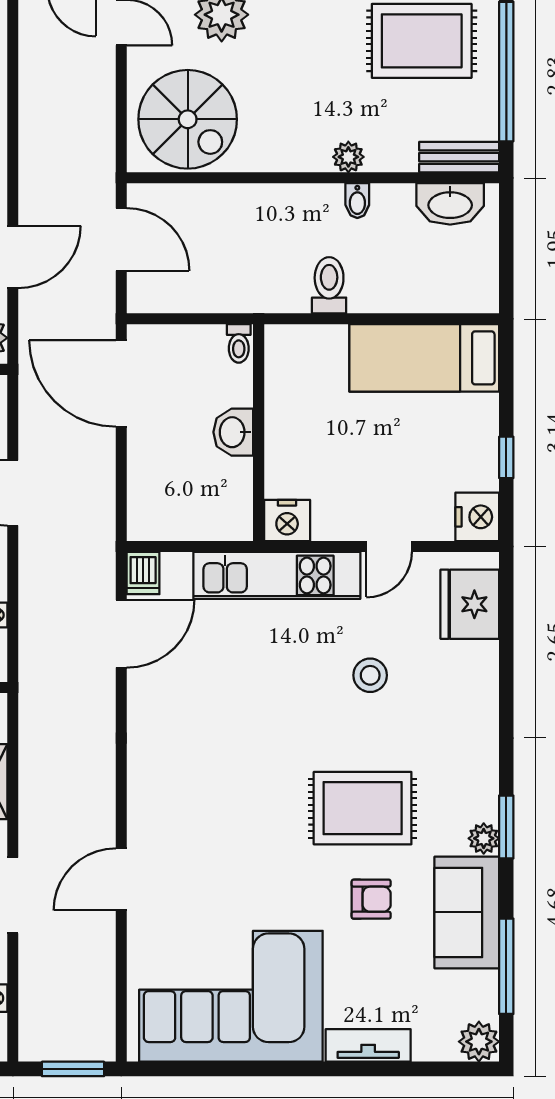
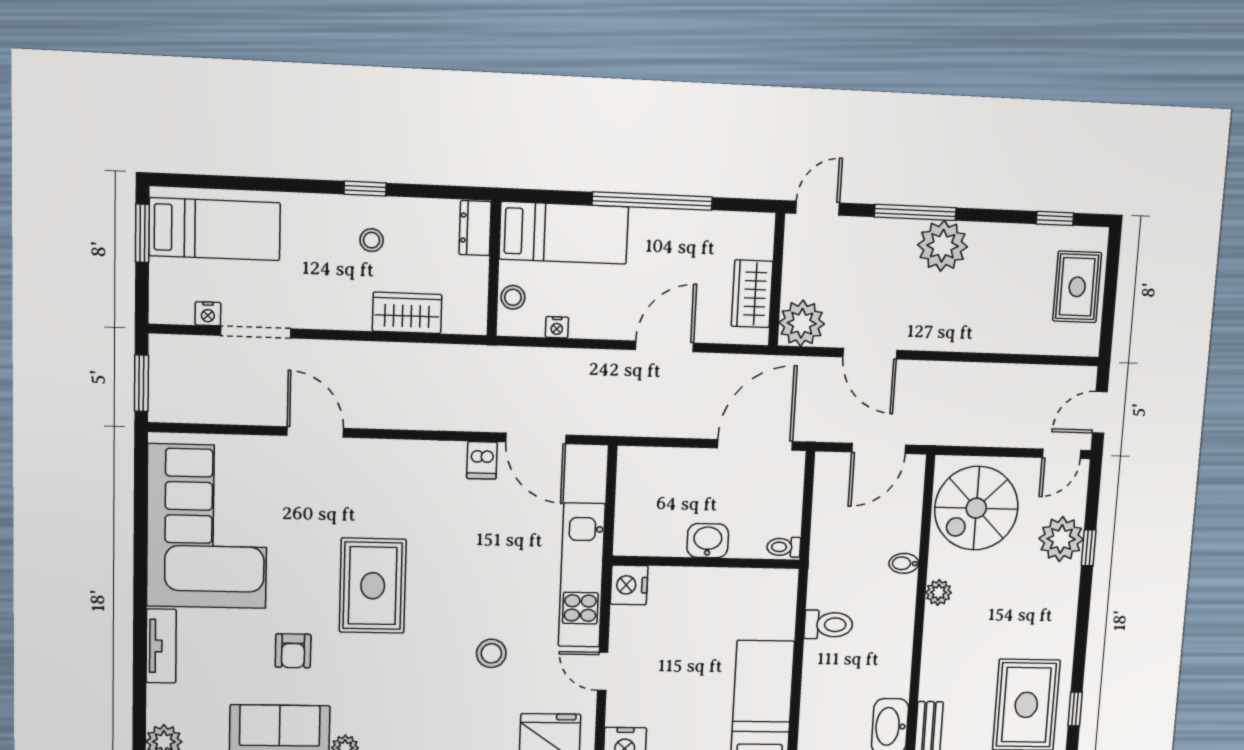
plant: (348, 157) -> (939, 592), moved
bidet: (357, 201) -> (904, 563), moved
dishwasher: (143, 573) -> (482, 460), moved, turned -90
rug: (363, 808) -> (373, 586), moved
doorway: (13, 895) -> (256, 332), moved

